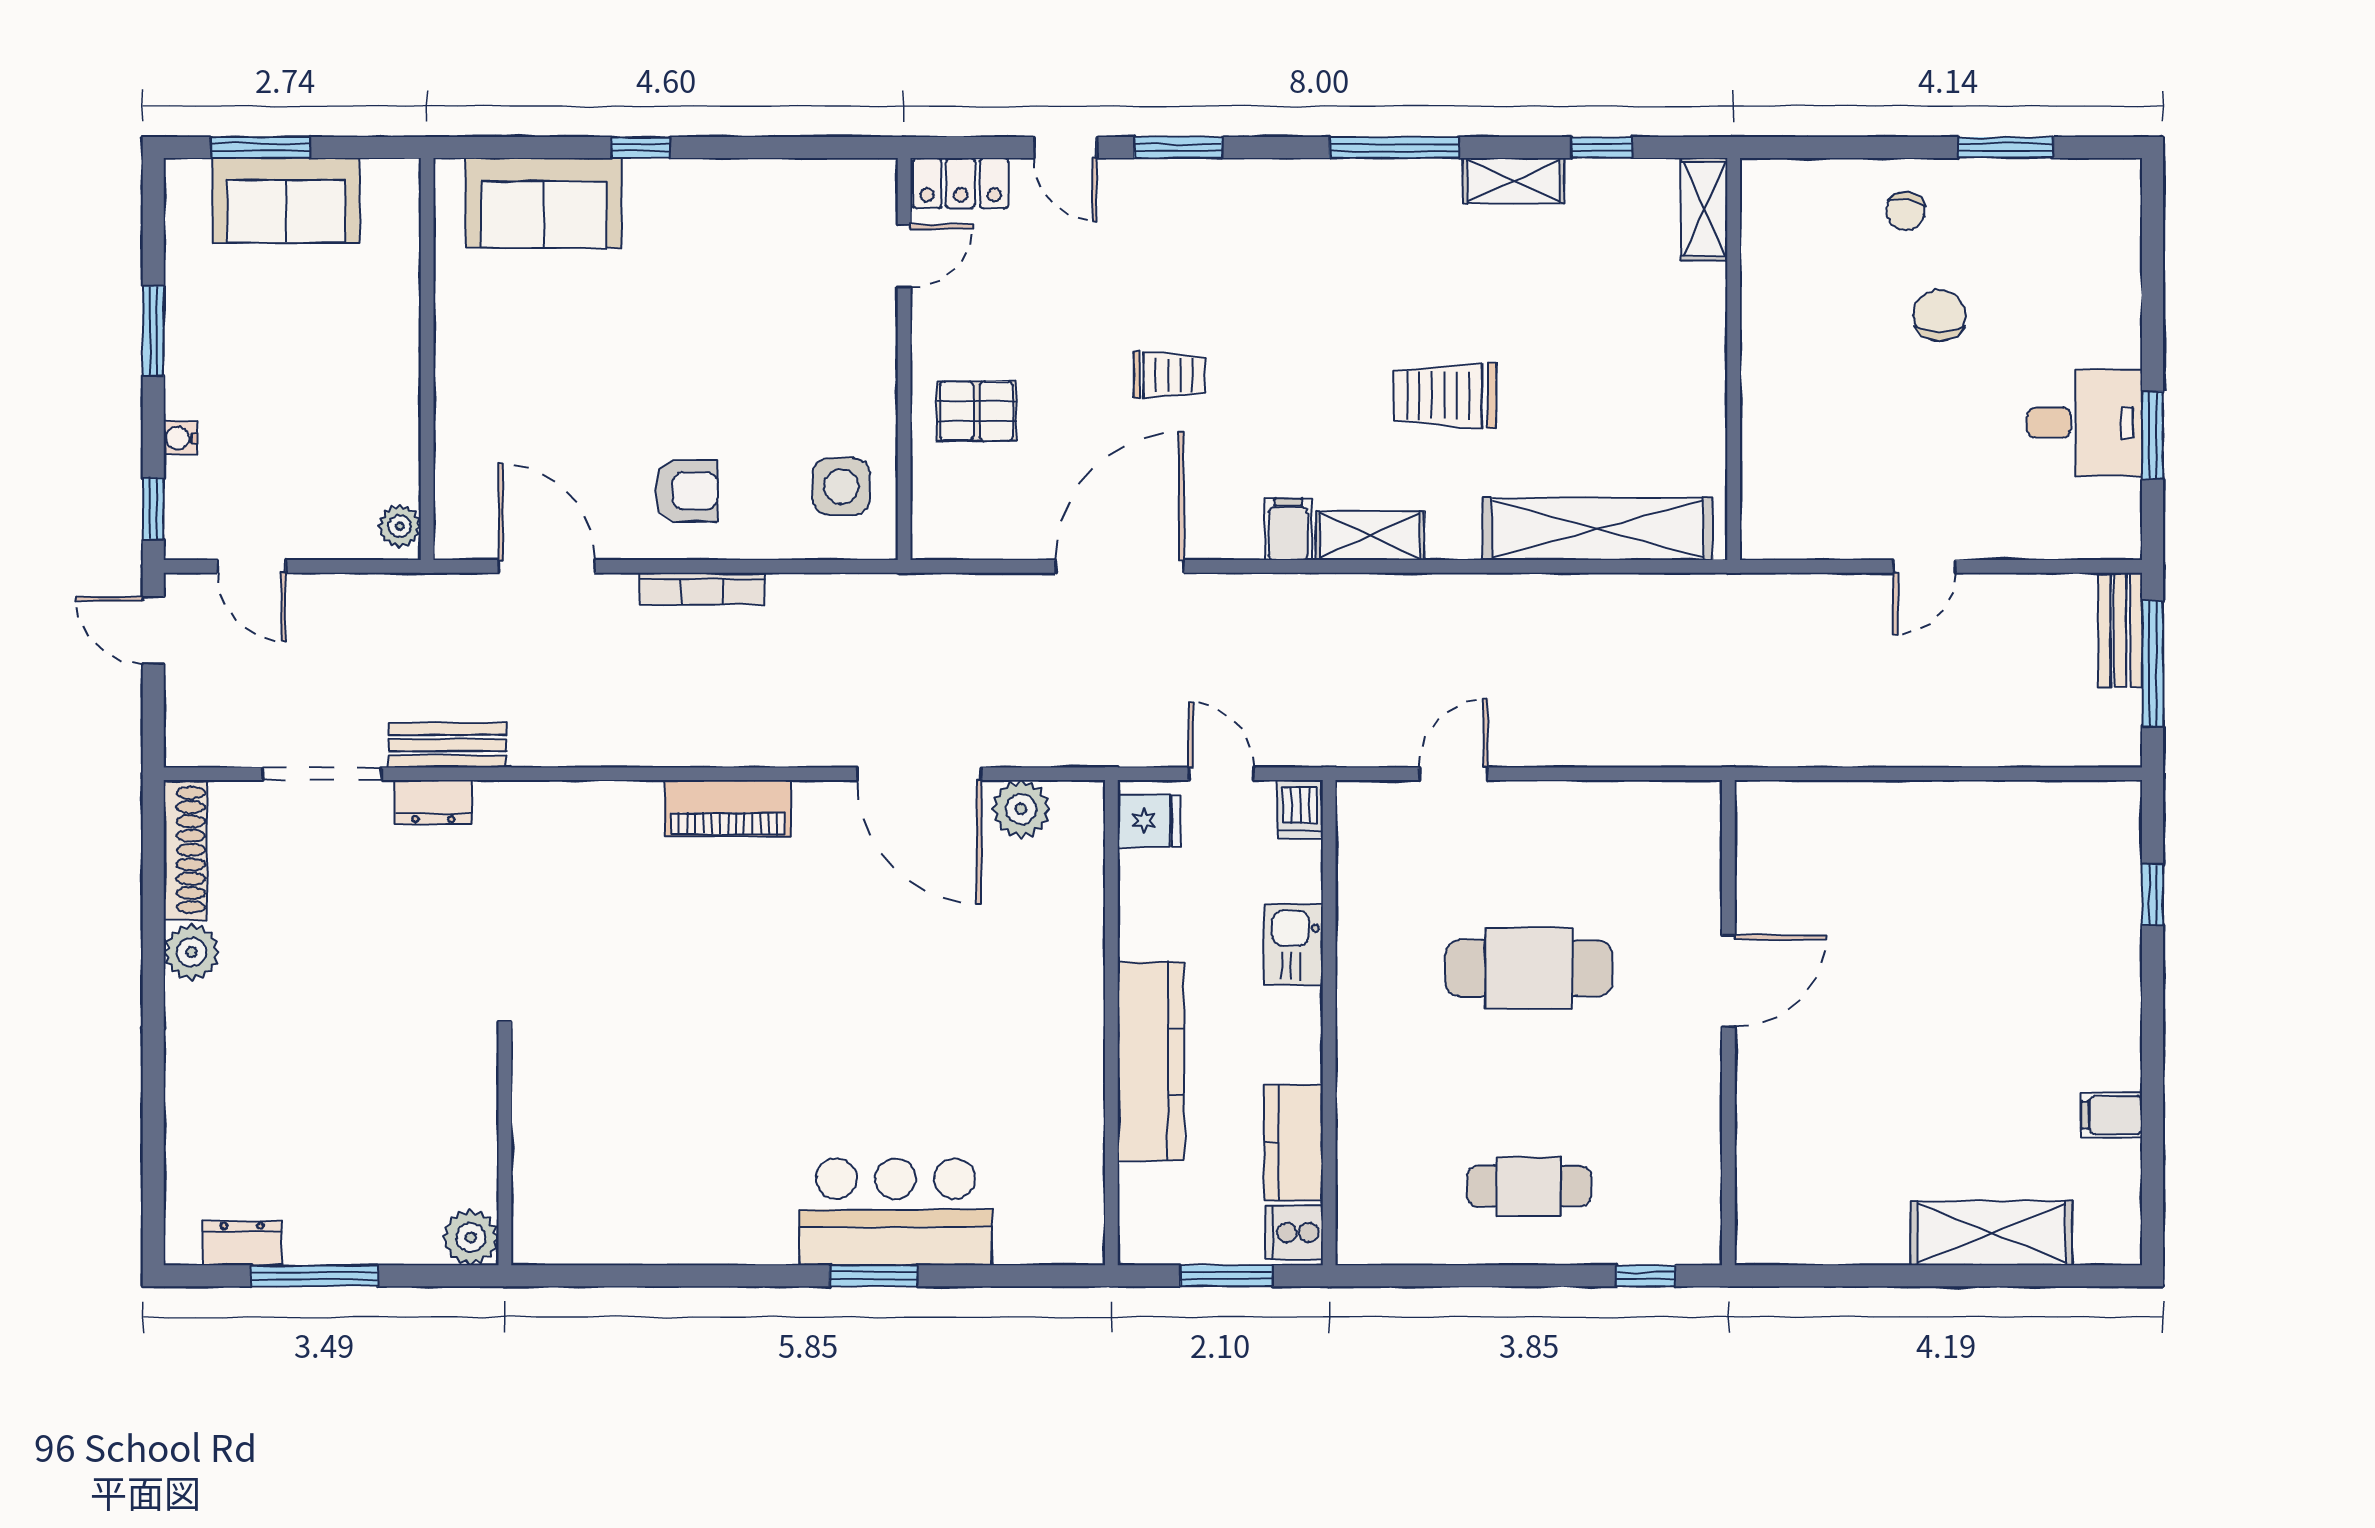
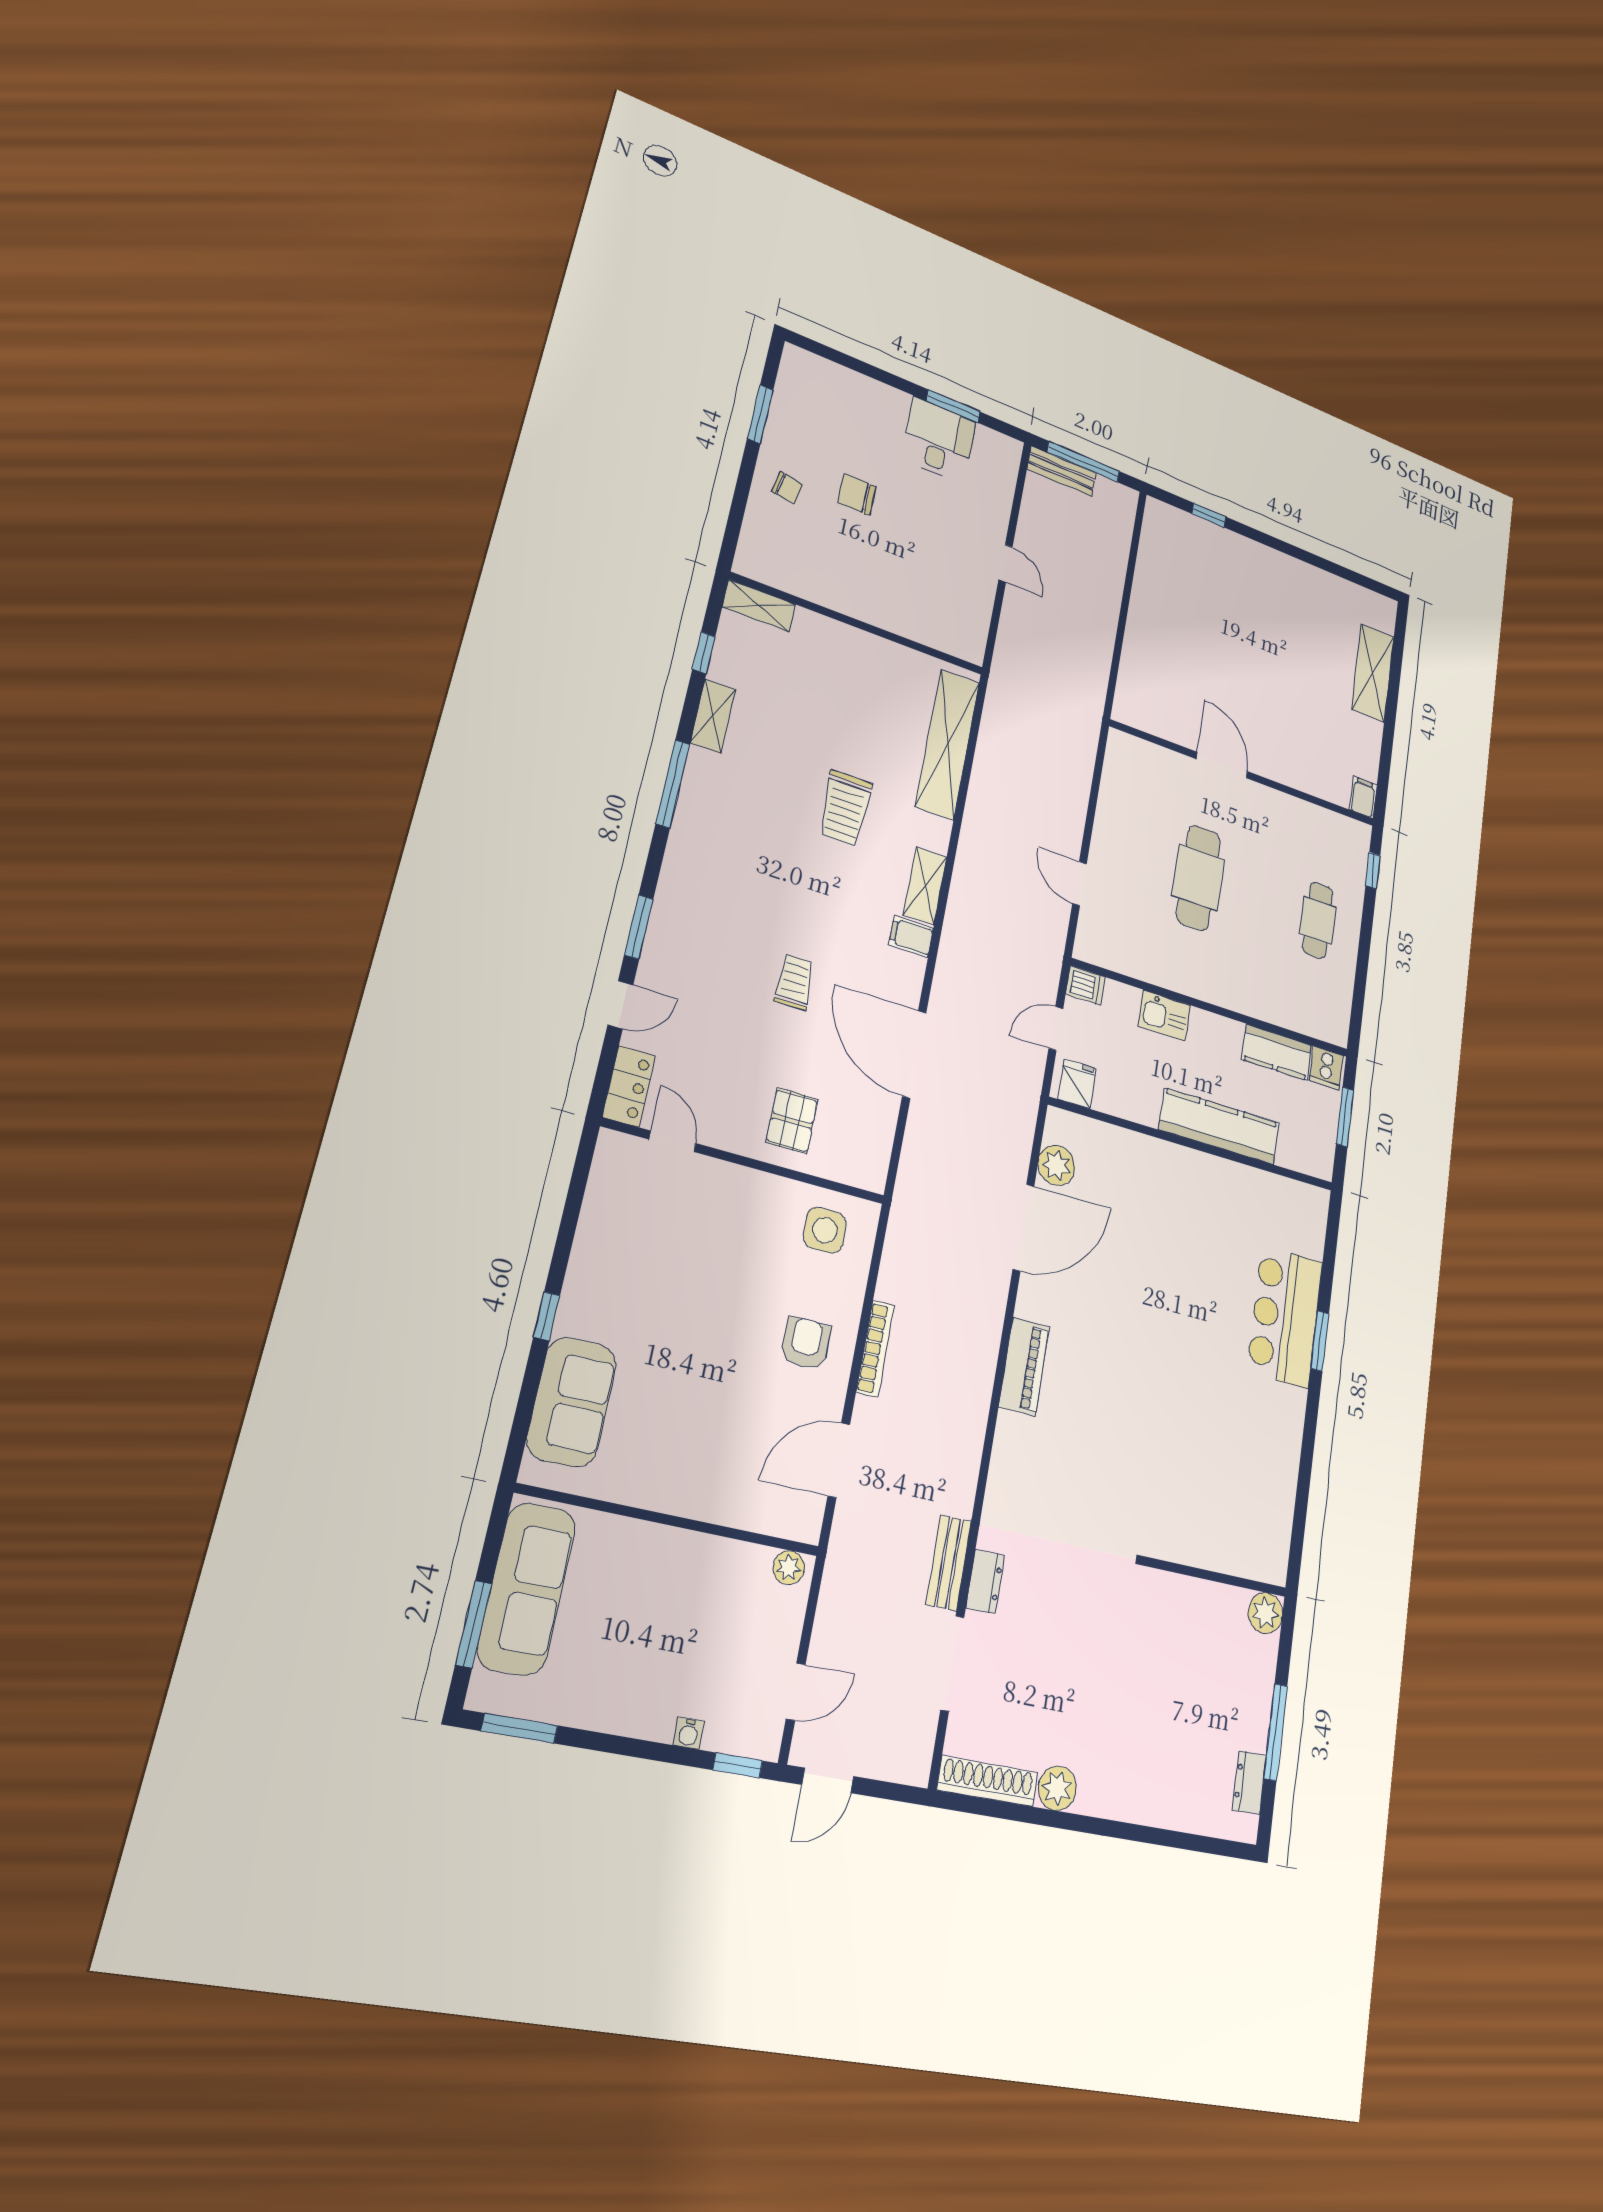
sofa: (286, 200) -> (527, 1589), width x1.36
window: (153, 331) -> (519, 1728), moved
filing cabinet: (2112, 1115) -> (1363, 797), moved, turned 180

